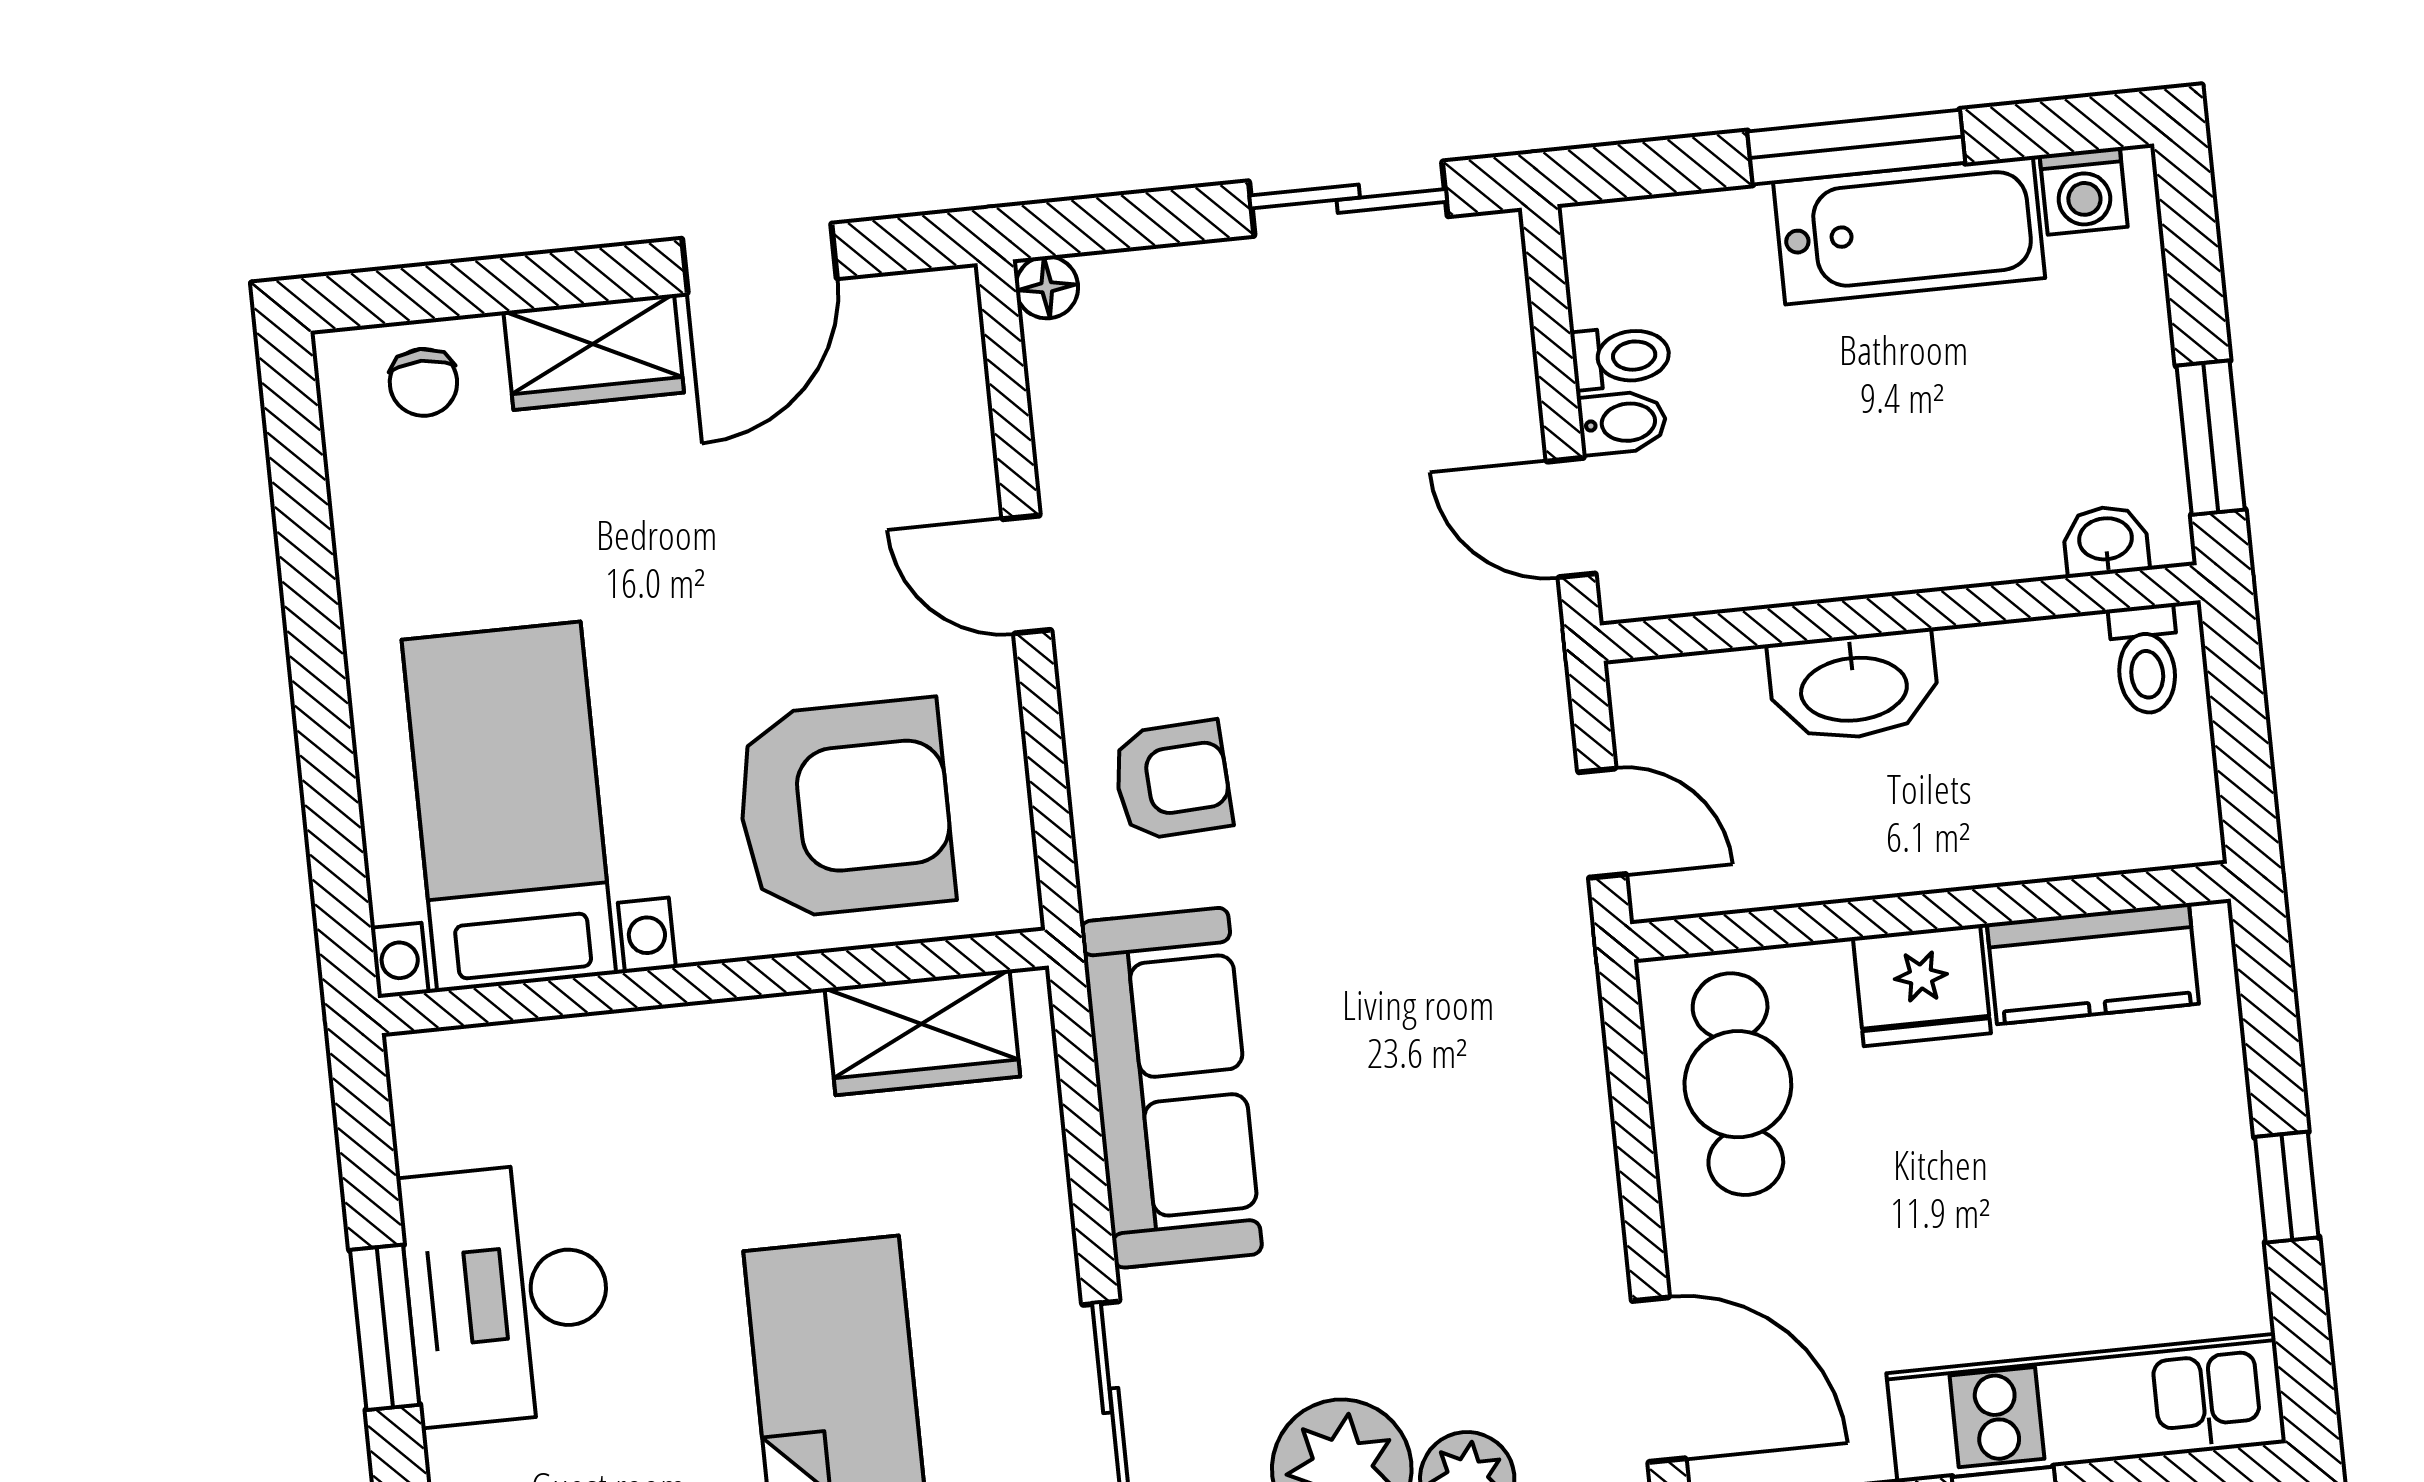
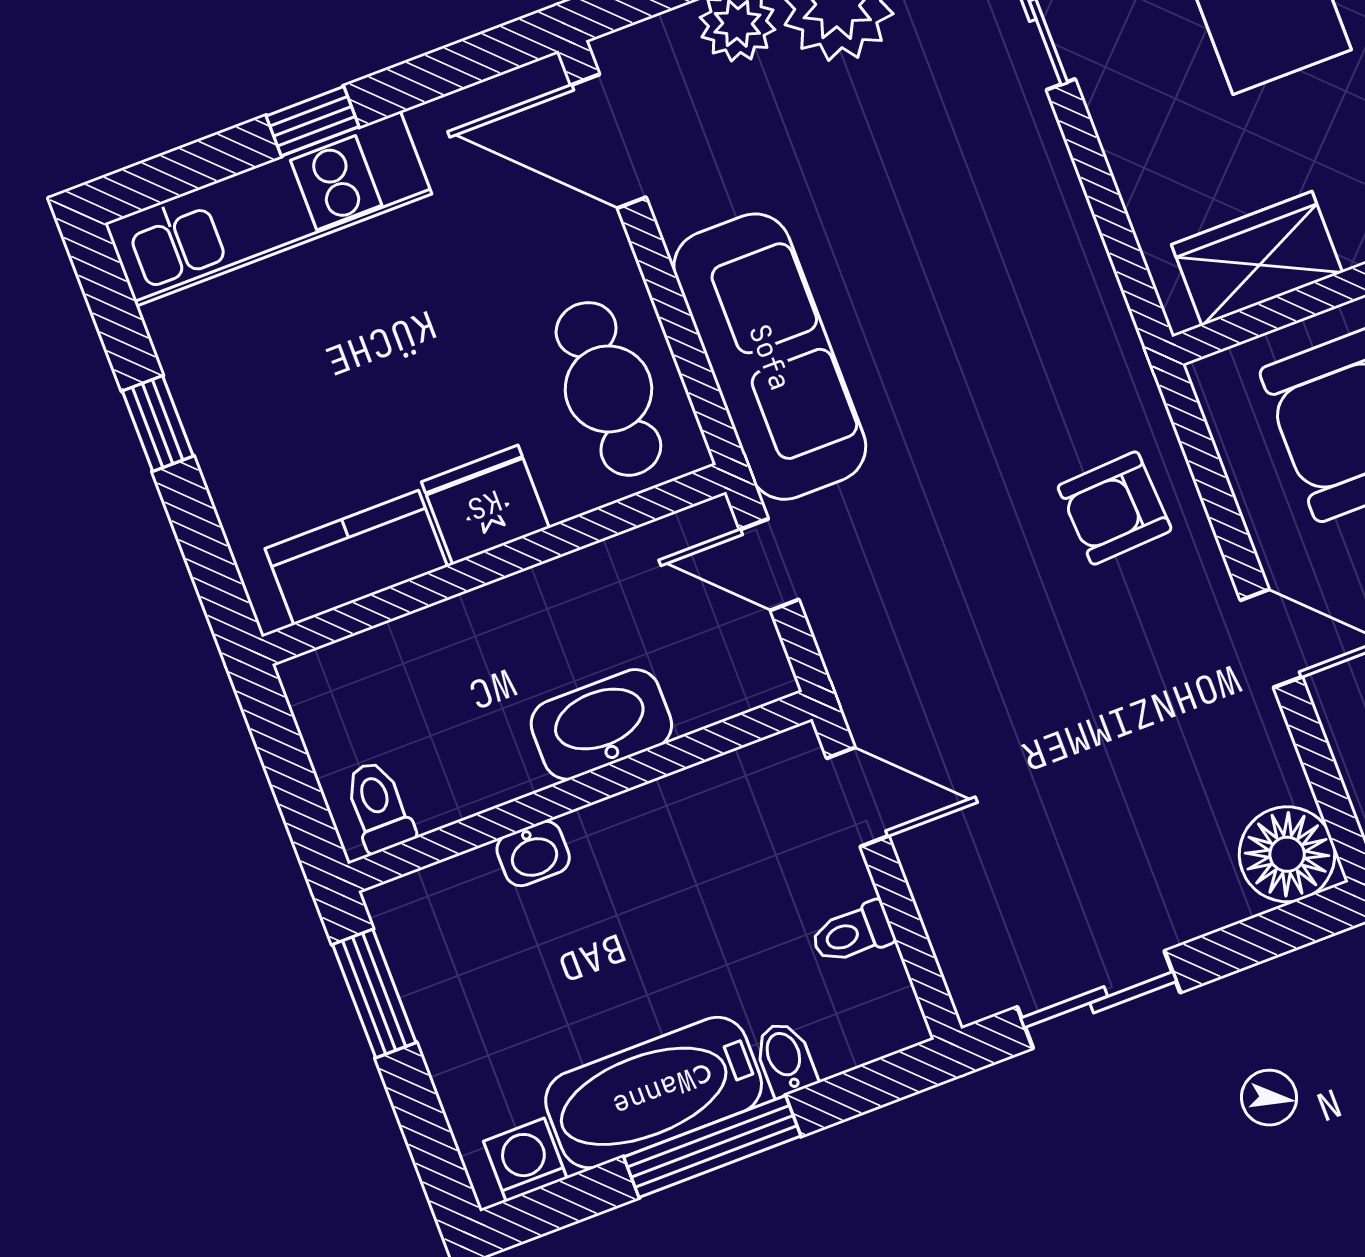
floor lamp: (1047, 287) -> (1287, 854), width x1.89, depth x1.89
bidet: (1622, 423) -> (785, 1059), moved, turned 90
washbasin: (2106, 541) -> (533, 854), moved
sofa: (1171, 1088) -> (770, 357), moved, turned 180

